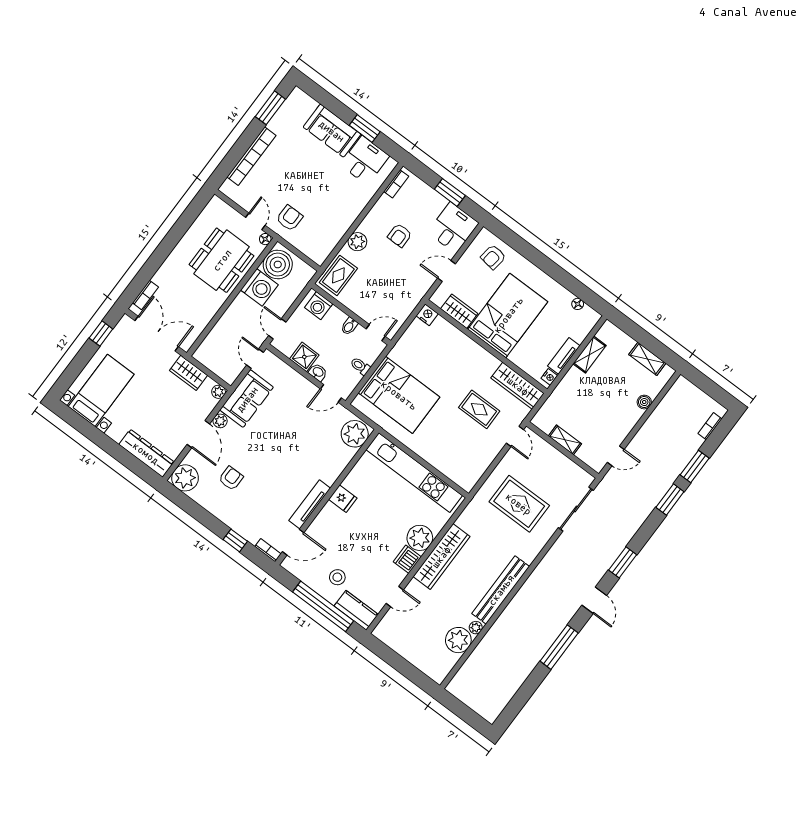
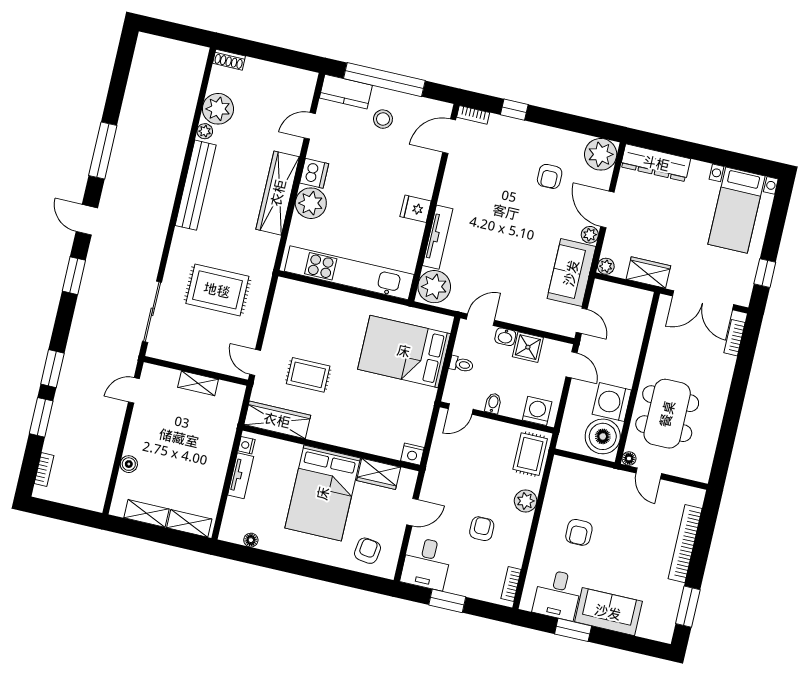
armchair: (290, 218) -> (579, 532), moved
shelving: (589, 355) -> (189, 523), moved, turned 90
tv unit: (310, 504) -> (438, 237), moved
shoe rack: (434, 673) -> (229, 60), added

